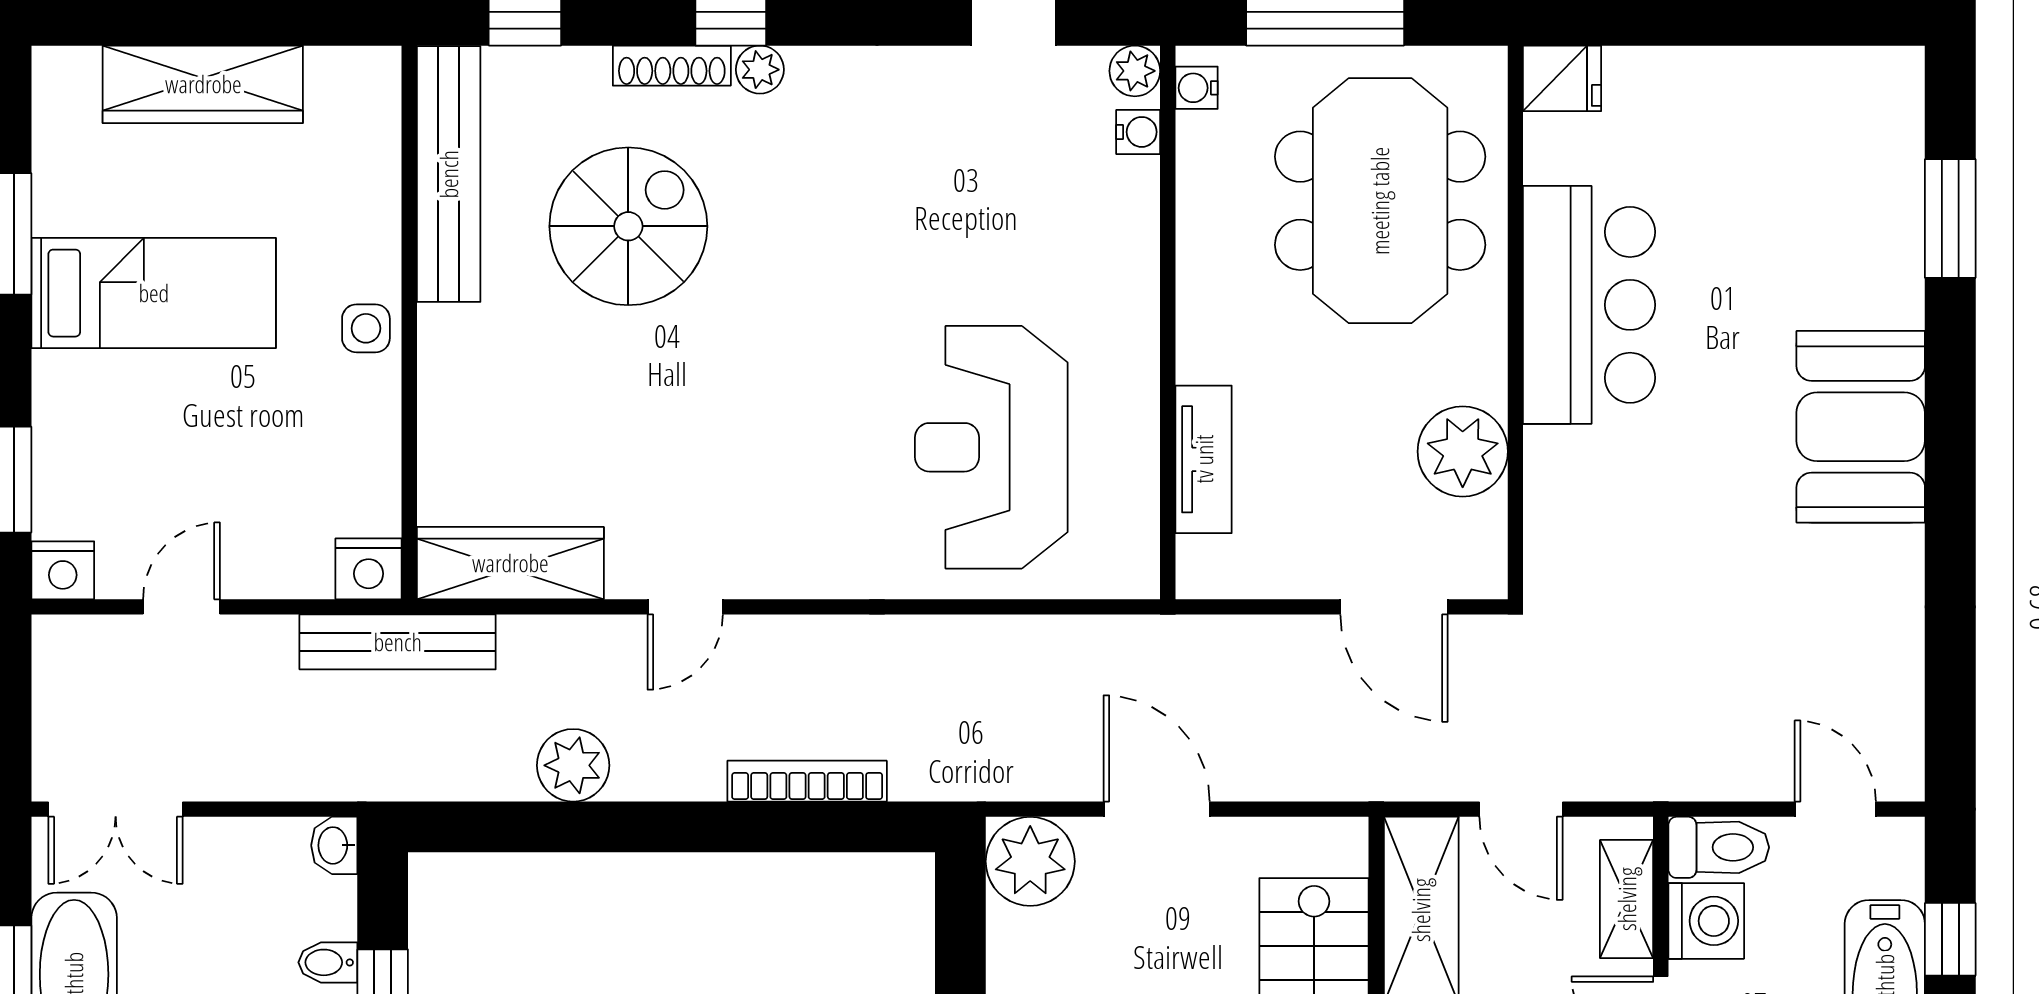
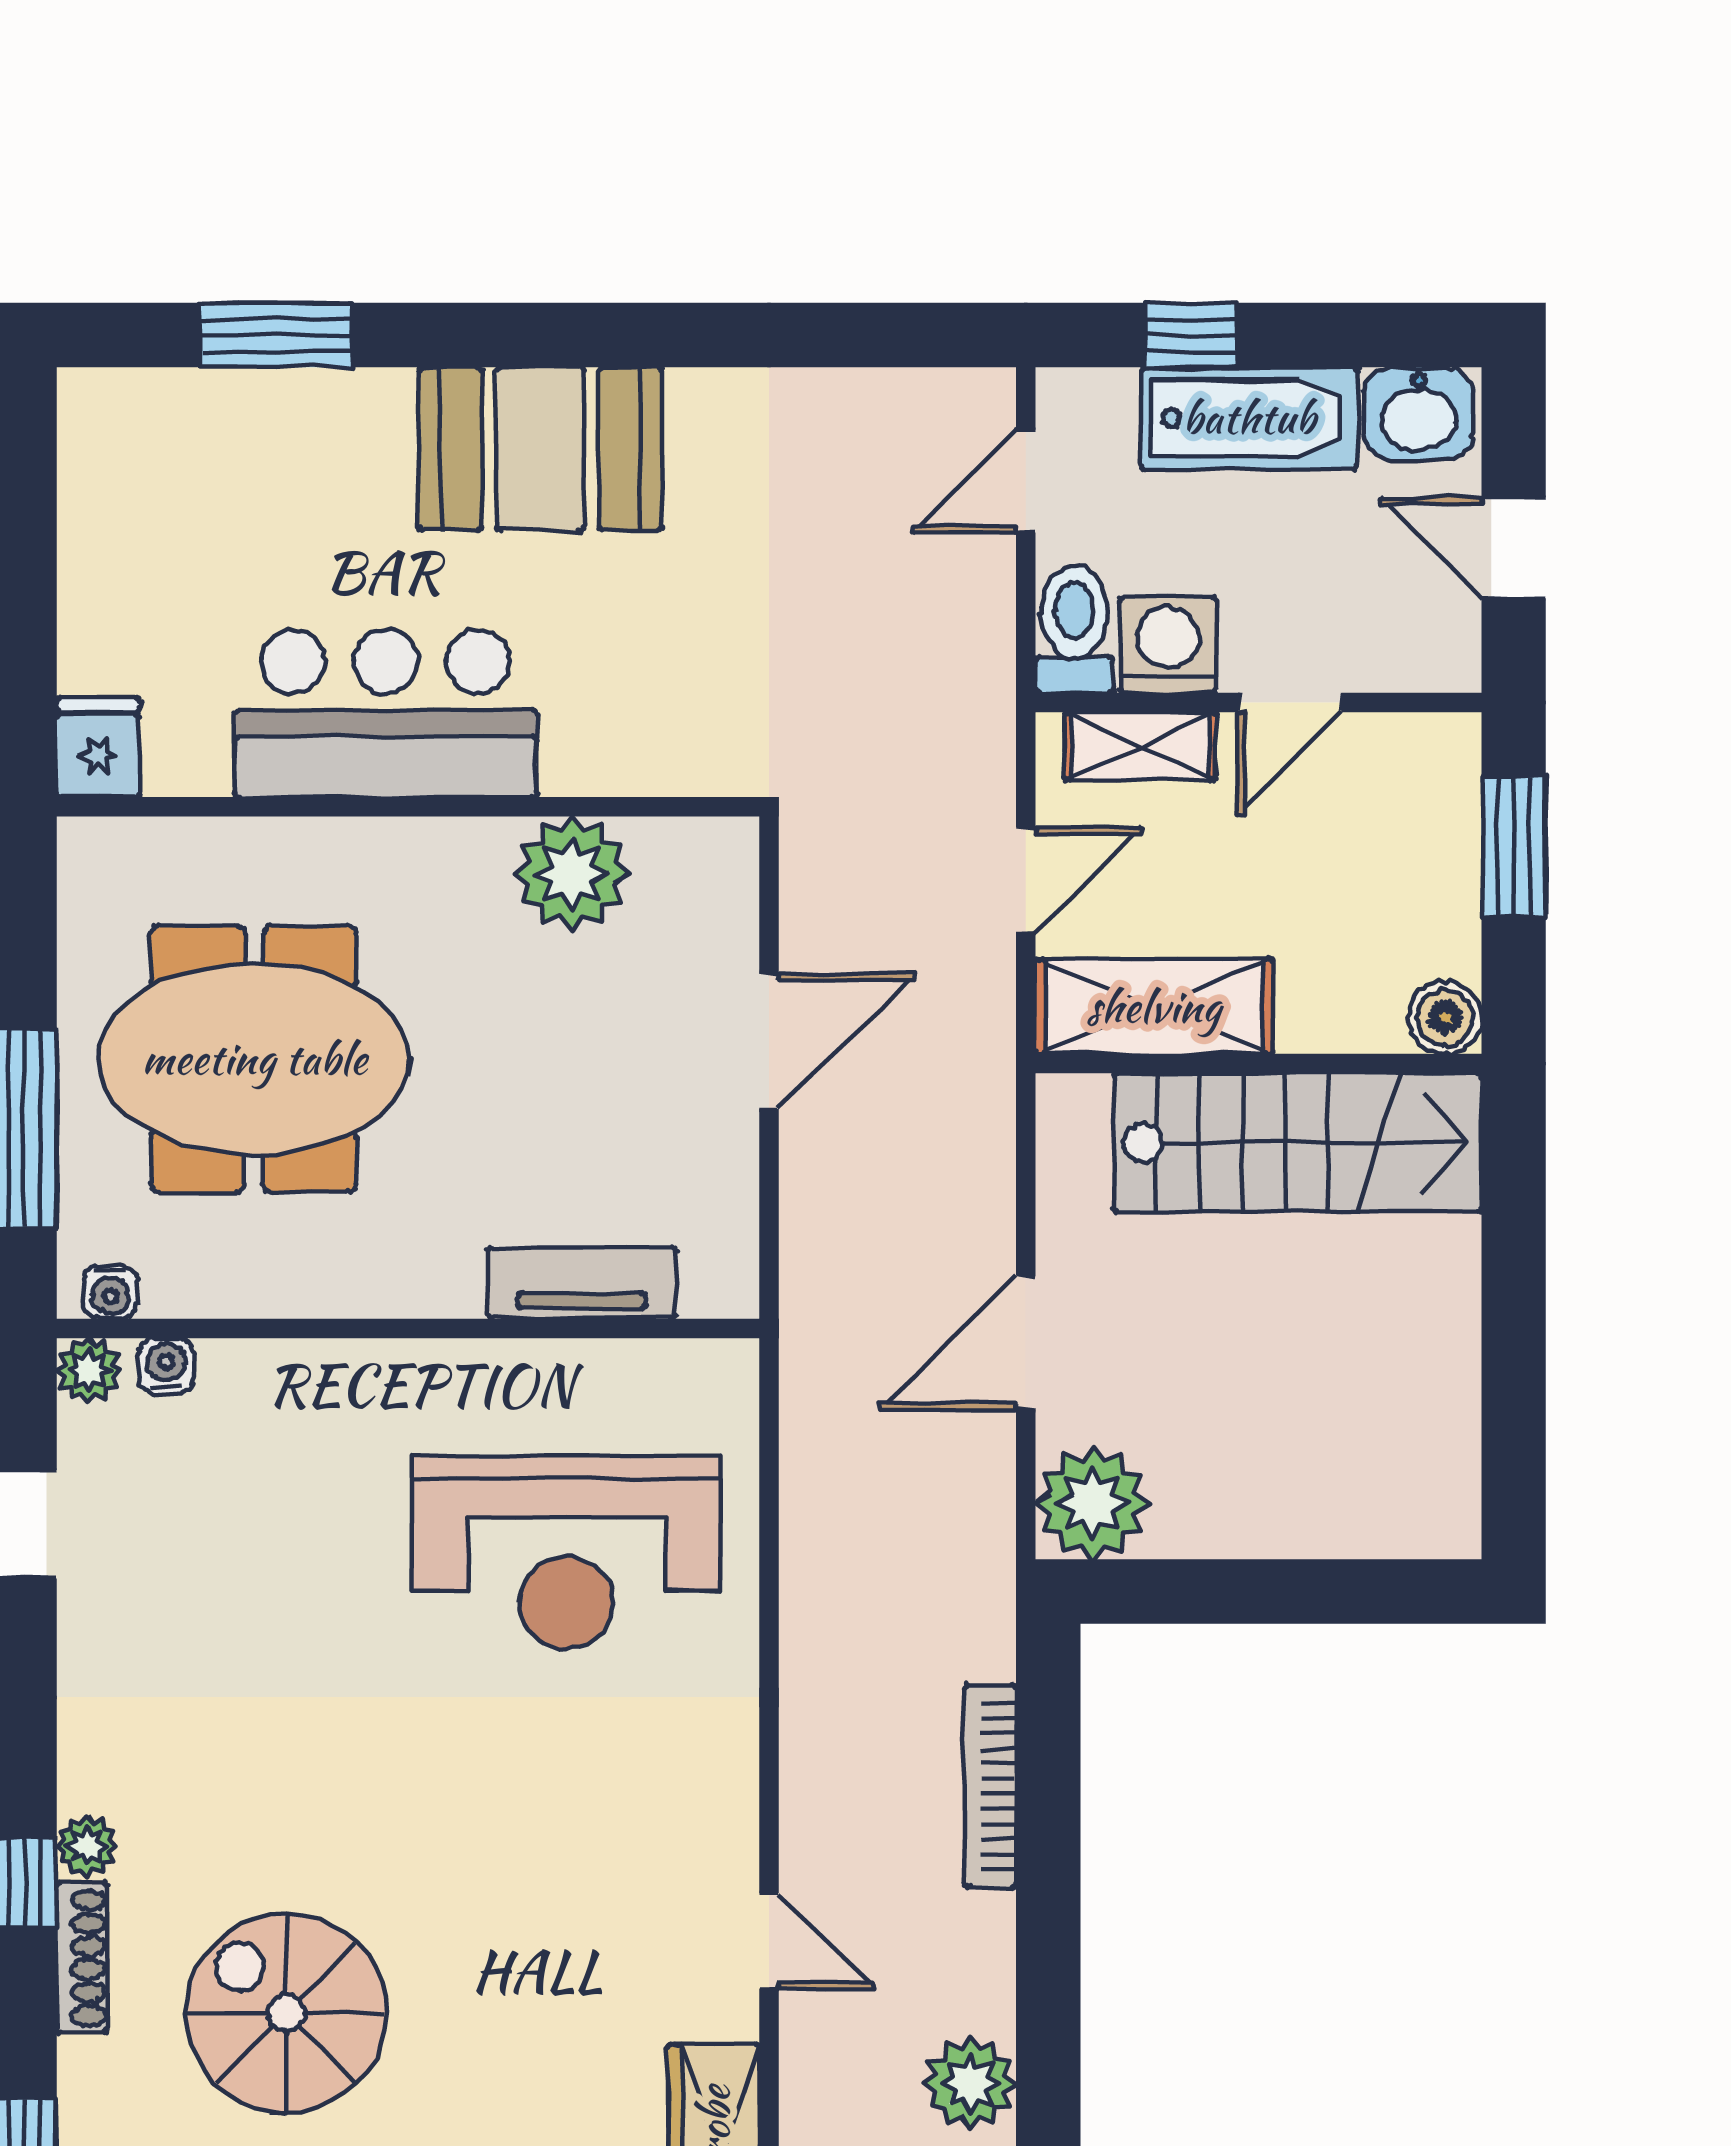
fridge: (1562, 78) -> (98, 748), moved
bar counter: (1589, 305) -> (386, 713), moved
wall: (1515, 322) -> (408, 807), moved
plant: (1463, 451) -> (572, 874), moved

